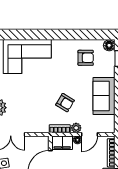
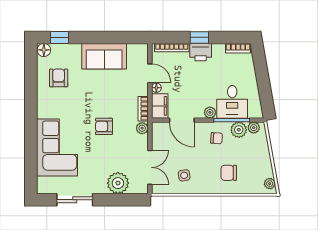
armchair: (65, 103) -> (104, 126), moved, turned -121
plant: (76, 128) -> (142, 128), moved

